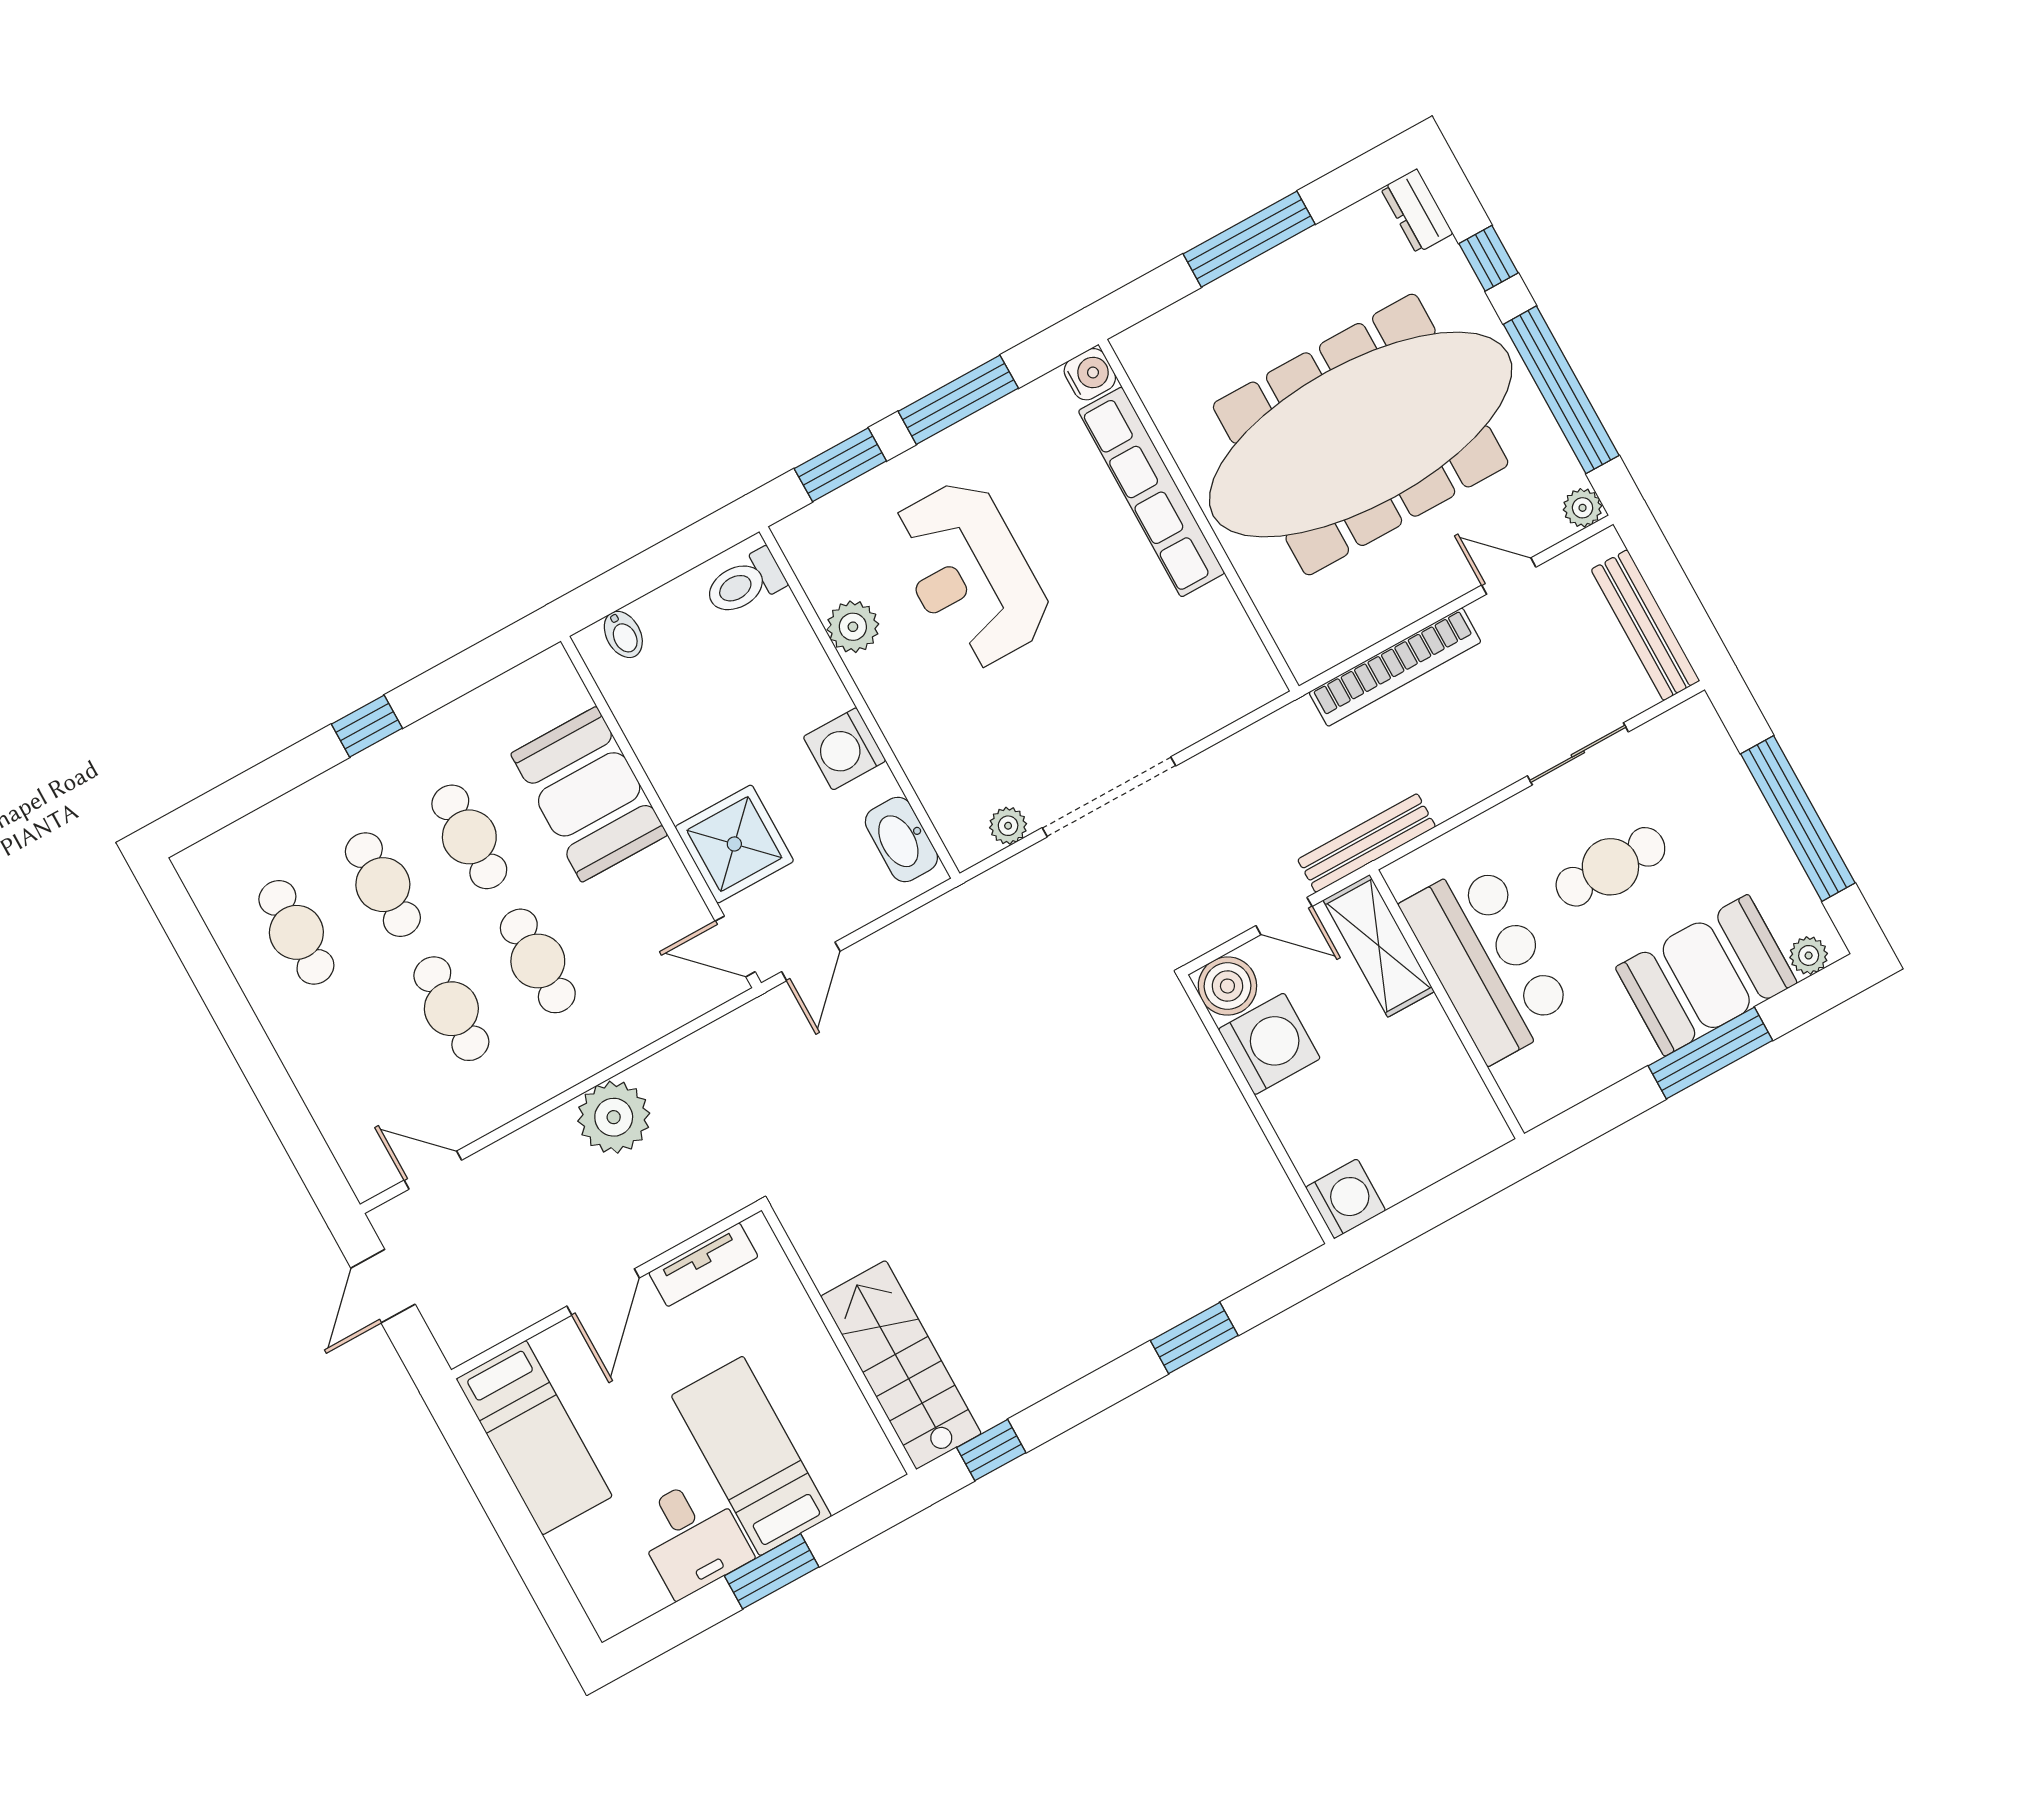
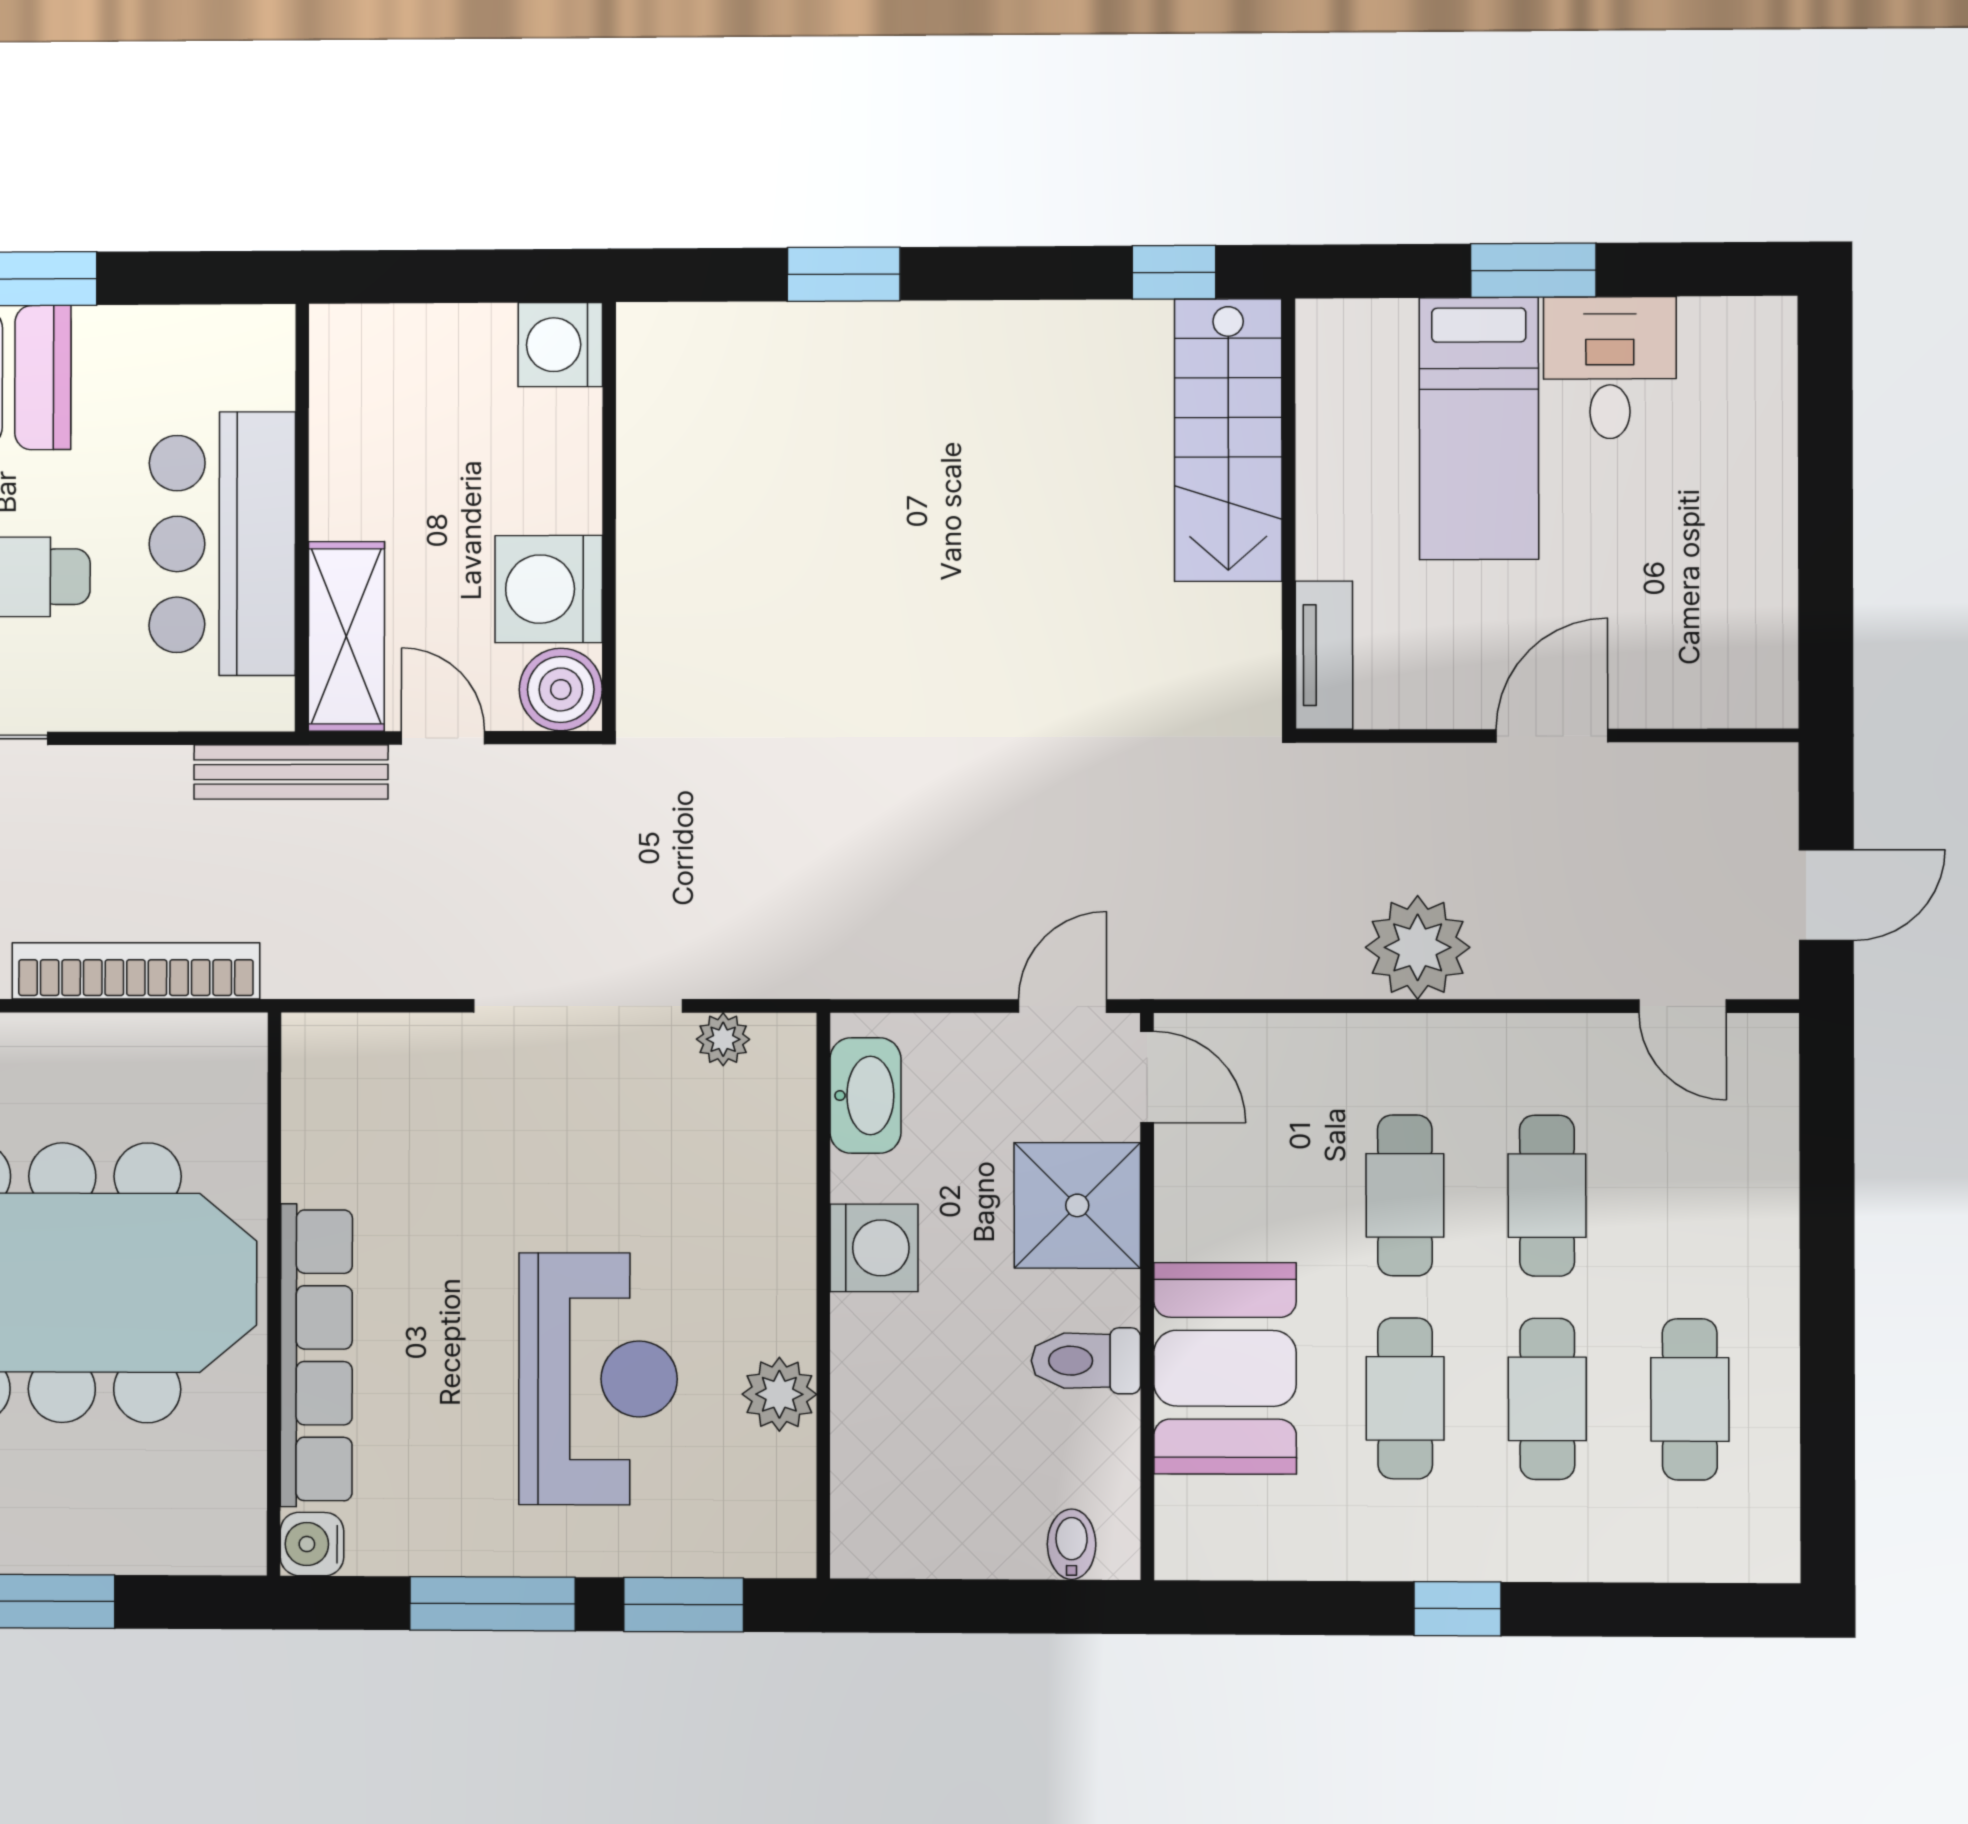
toilet: (745, 583) -> (1086, 1361), moved, turned 180
tv unit: (703, 1265) -> (1324, 655), moved, turned 90
bed: (534, 1438) -> (1740, 600), removed

